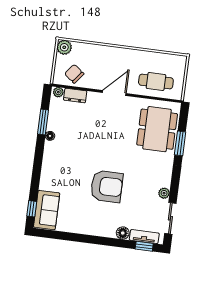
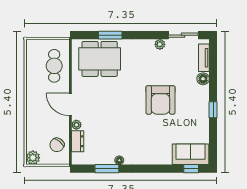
plant: (58, 92) -> (76, 125), moved
armchair: (107, 186) -> (160, 100), turned 180
window: (144, 246) -> (213, 110), moved

